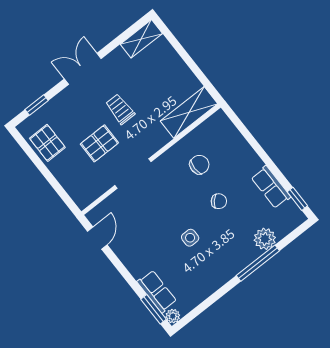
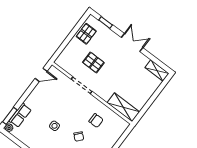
trolley: (120, 109) -> (115, 69), removed

